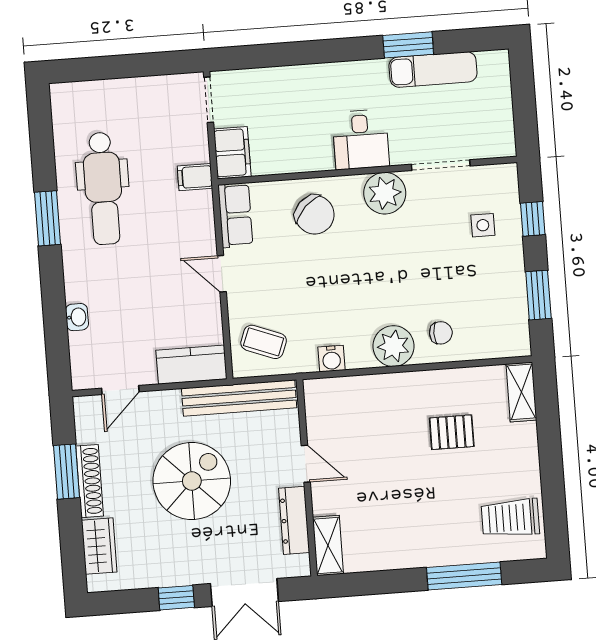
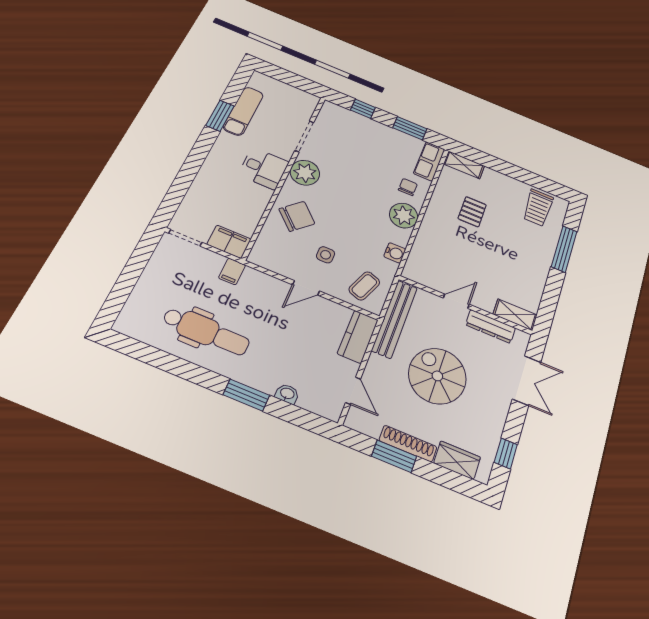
row of seats: (235, 215) -> (429, 161), moved, turned -90
window: (48, 218) -> (246, 395), moved
side table: (483, 225) -> (326, 255), moved
window: (176, 598) -> (506, 453), moved

